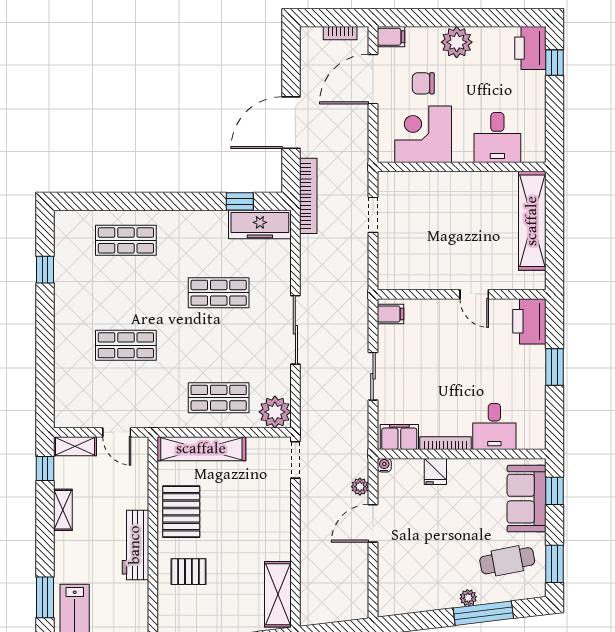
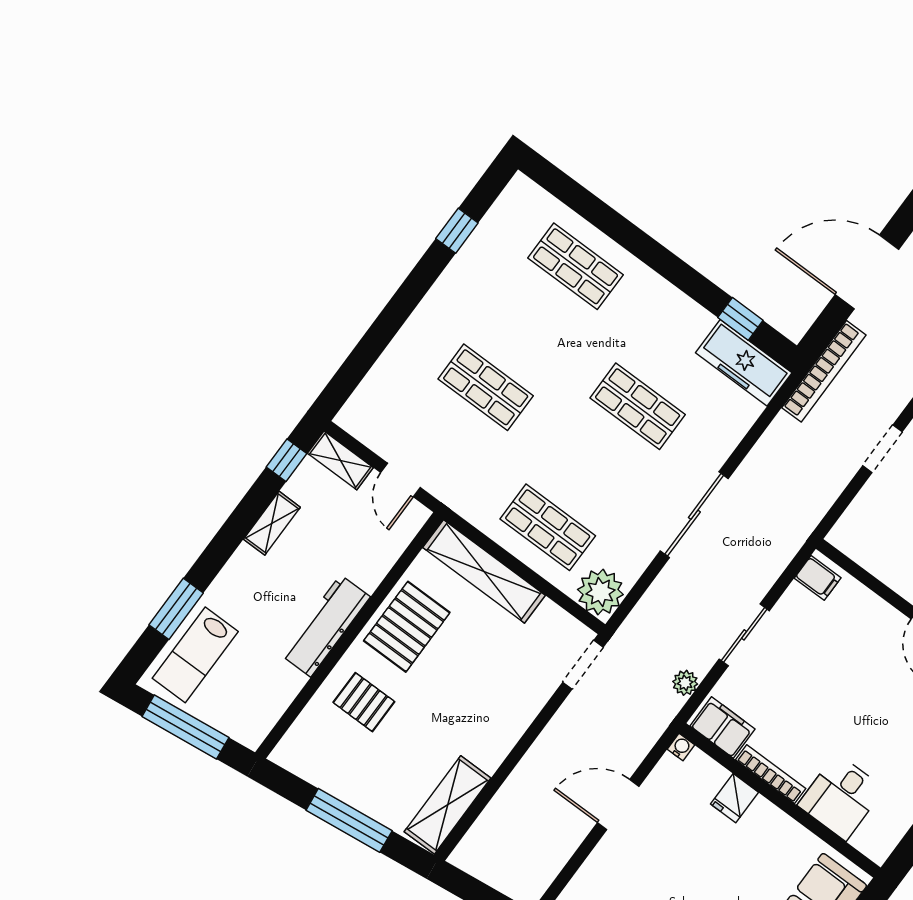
plant: (360, 487) -> (685, 683), moved

